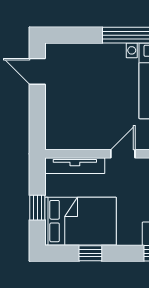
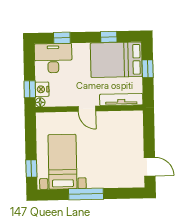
door: (123, 154) -> (87, 109), hinge flipped

